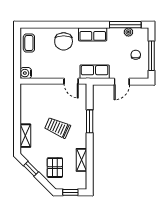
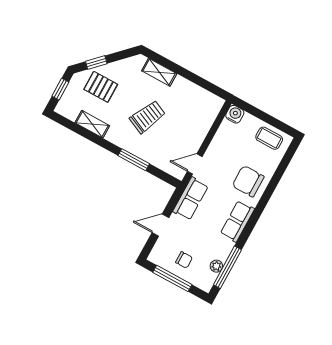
door: (122, 82) -> (160, 225), hinge flipped
window: (31, 169) -> (96, 63), moved

